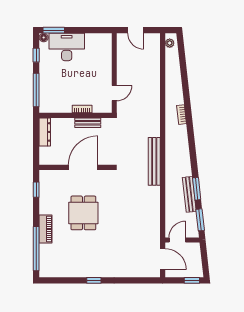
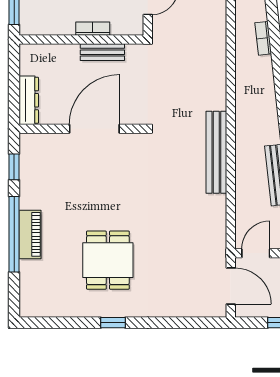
dresser: (45, 132) -> (29, 100), moved
bench: (154, 161) -> (216, 152), moved
dining table: (83, 213) -> (108, 260), moved
window: (36, 249) -> (14, 234), moved

